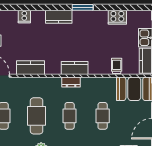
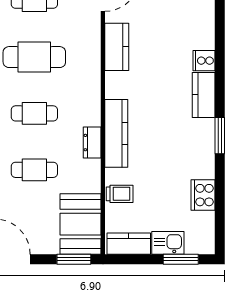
cooker: (24, 17) -> (204, 61), moved
kitchen counter: (75, 68) -> (116, 133), width x1.50
dresser: (71, 82) -> (92, 143), moved

